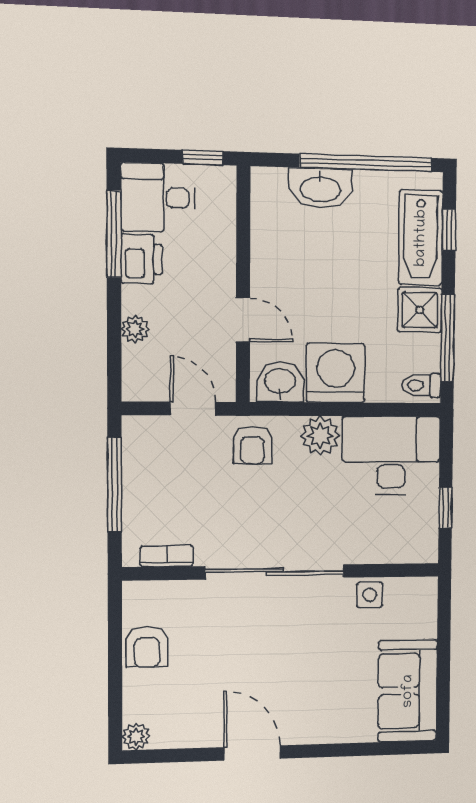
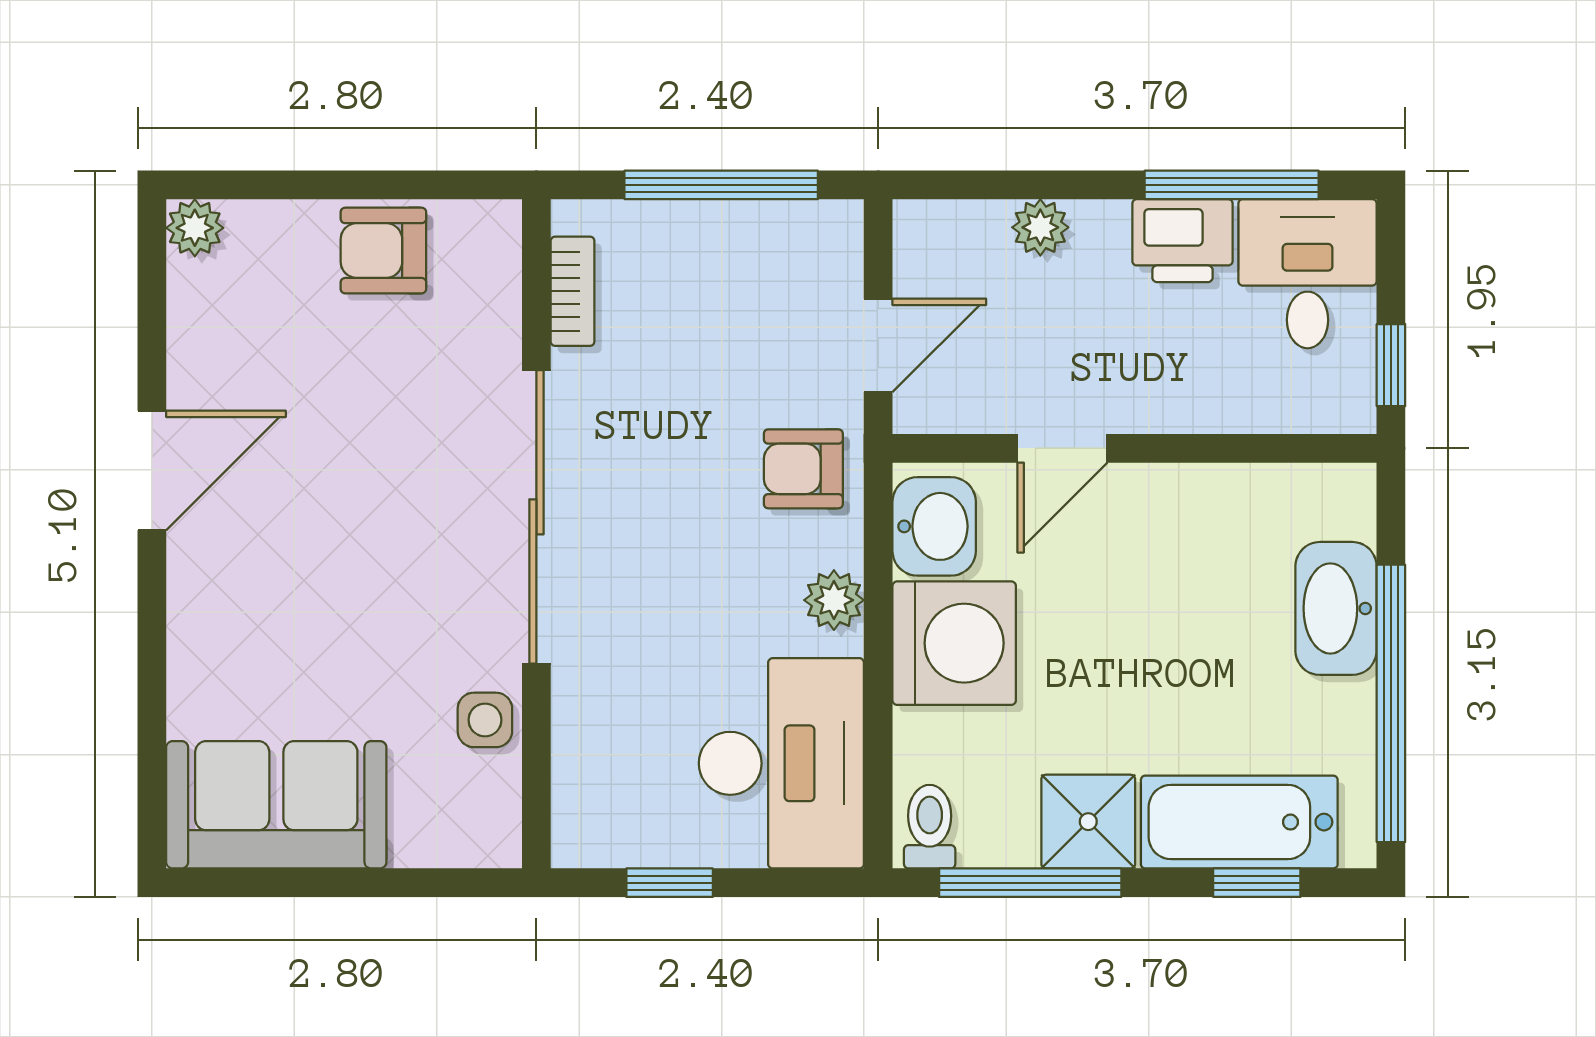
plant: (320, 436) -> (834, 600), width x0.73, depth x0.73

